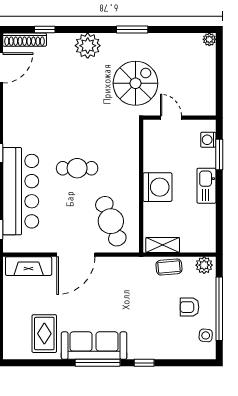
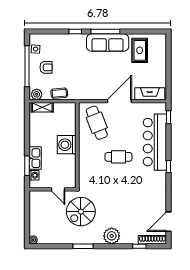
kitchen sink: (206, 186) -> (35, 158), moved
shelving: (163, 245) -> (42, 107), moved

